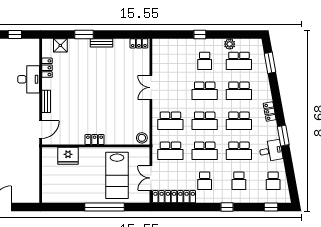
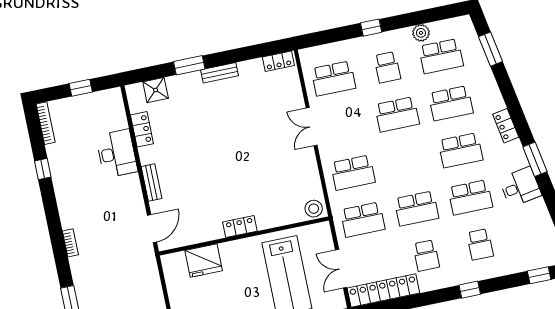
school desk: (205, 121) -> (333, 78), moved
school desk: (273, 181) -> (534, 233), removed

